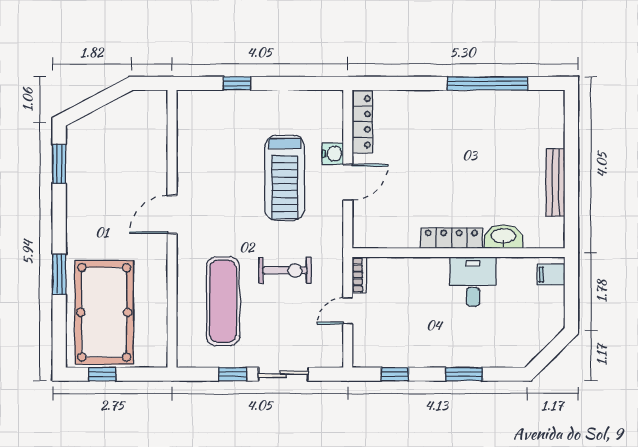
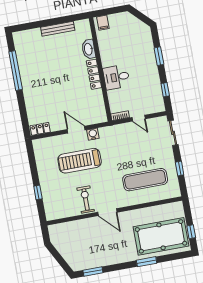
locker: (362, 122) -> (40, 129), width x0.66
water cooler: (333, 154) -> (93, 134), moved
treadmill: (285, 178) -> (80, 161), turned 180
exercise bike: (285, 270) -> (86, 200), moved
desk: (473, 282) -> (116, 77), moved
sliding door: (283, 374) -> (173, 133), moved

